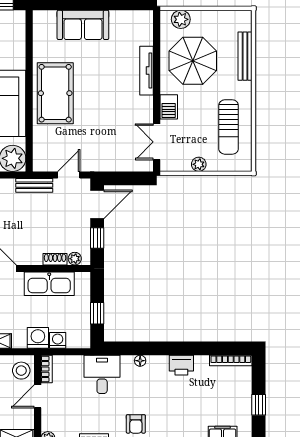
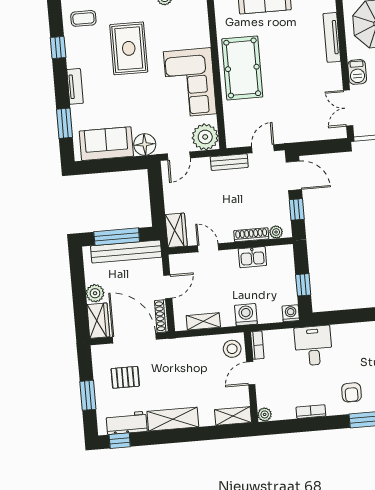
door: (97, 204) -> (294, 176), hinge flipped
shoe rack: (55, 259) -> (251, 235), width x1.43
kitchen sink: (49, 284) -> (252, 257), width x0.53, depth x0.81
washing machine: (58, 340) -> (291, 313), moved
floor lamp: (140, 361) -> (350, 329), removed

